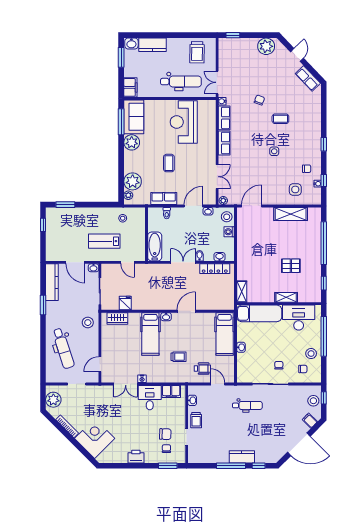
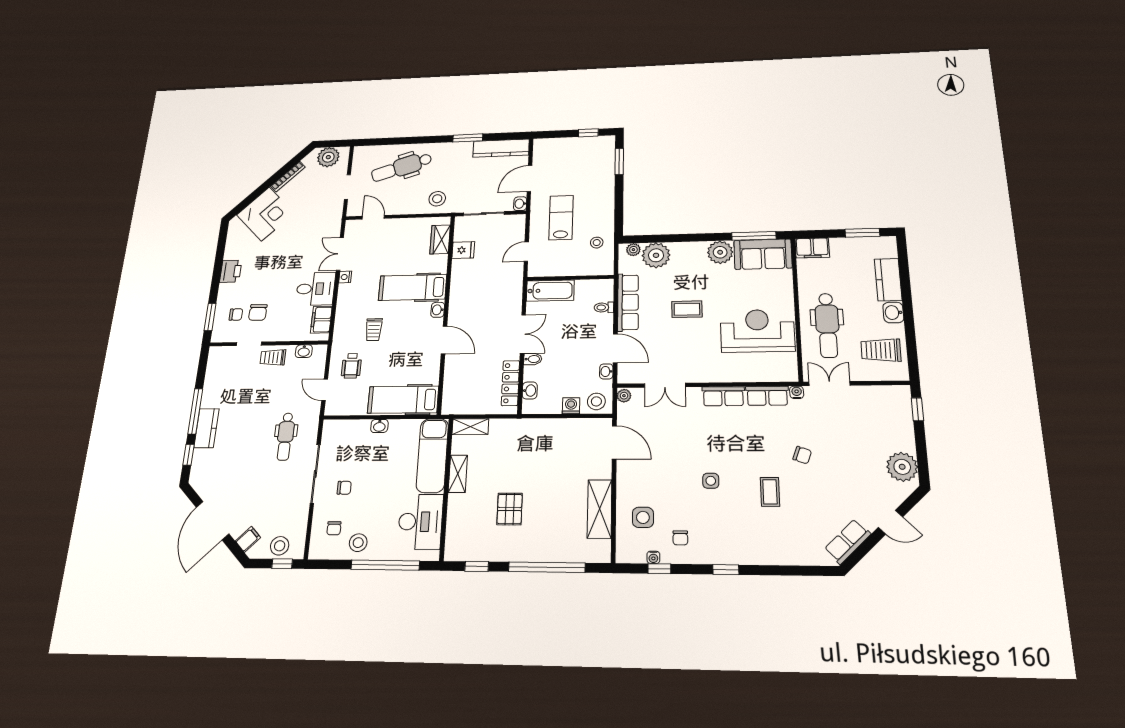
washbasin: (131, 43) -> (893, 312), moved
row of seats: (164, 199) -> (628, 302), width x1.48
shelving: (286, 297) -> (458, 474), moved
door: (218, 384) -> (325, 390), swing flipped

